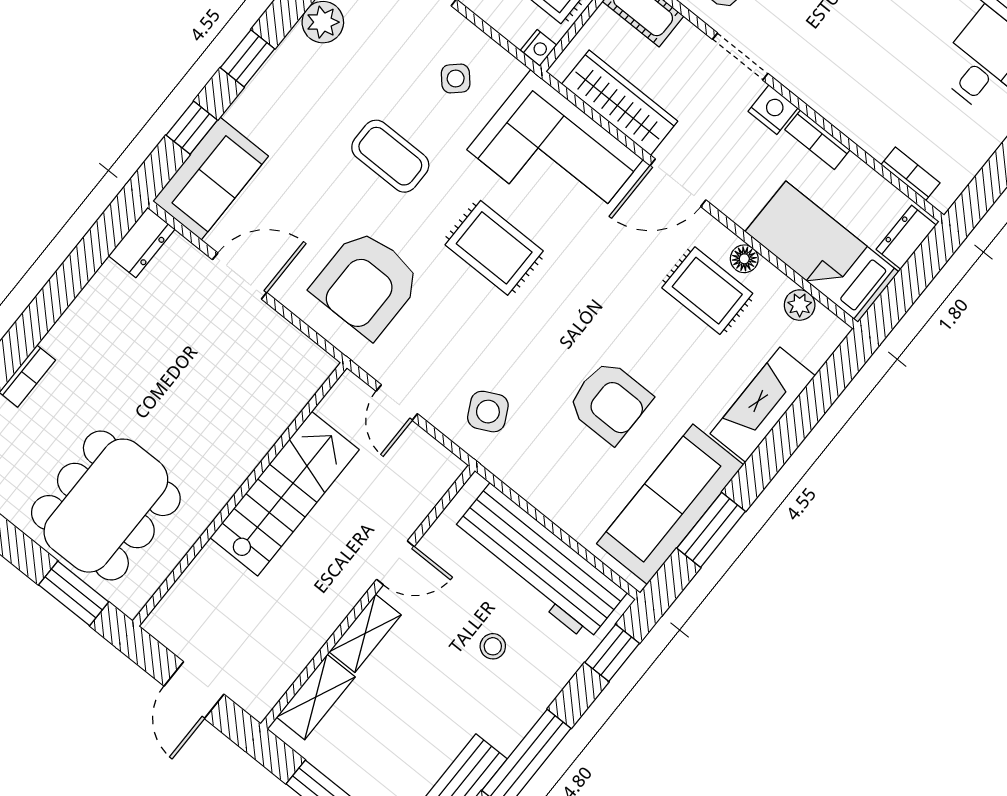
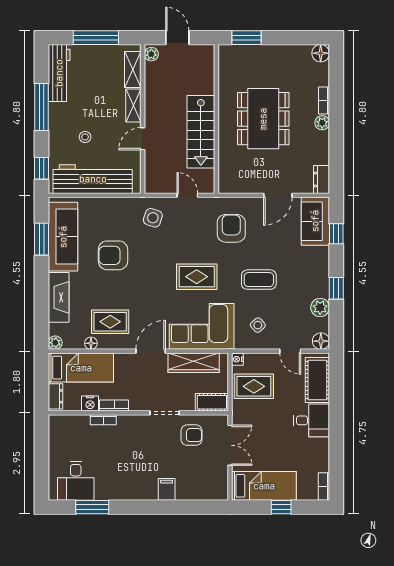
window: (248, 58) -> (336, 288), moved
nightstand: (773, 110) -> (90, 404), moved
bookcase: (911, 174) -> (103, 420), moved
floor lamp: (744, 259) -> (91, 343), moved
armchair: (367, 284) -> (231, 228), width x0.73, depth x0.73
plant: (800, 305) -> (55, 343), moved
plant: (61, 340) -> (322, 123), added
side table: (488, 412) -> (153, 218), turned 45
dining table: (106, 506) -> (263, 119), moved
plant: (262, 698) -> (151, 54), added

